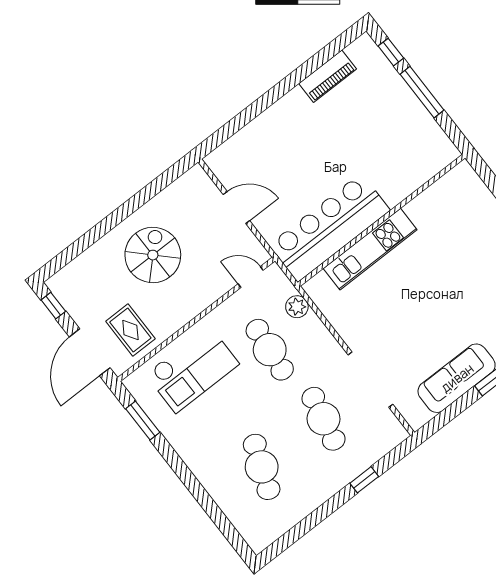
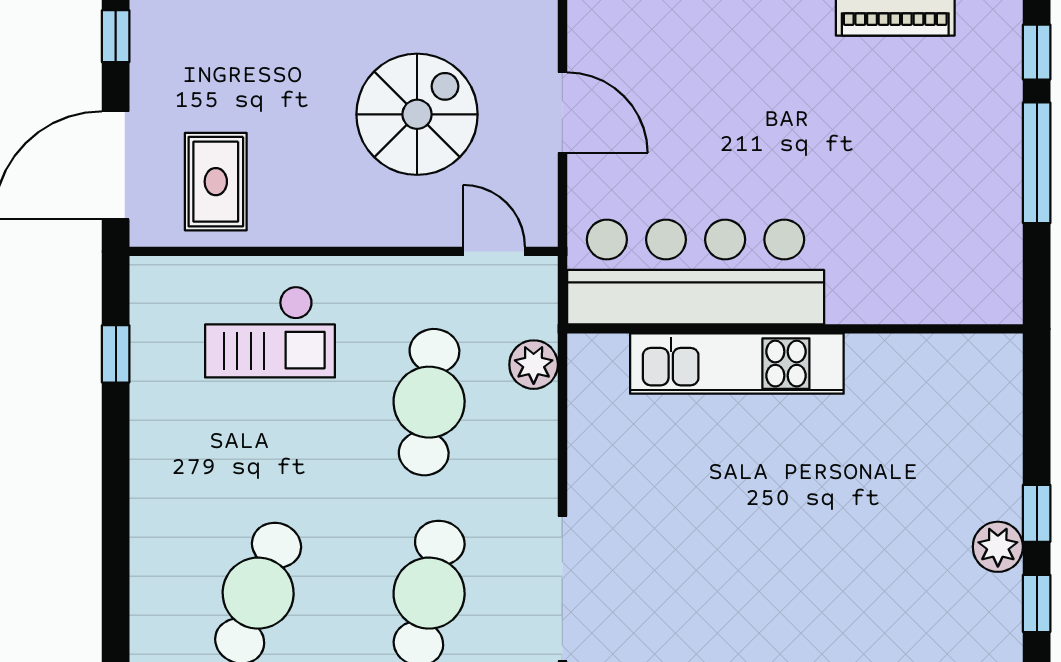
spiral stairs: (153, 255) -> (417, 114), moved
checkout: (192, 369) -> (270, 332), width x0.73, depth x0.83
window: (143, 420) -> (116, 354), width x0.67

